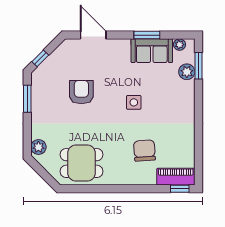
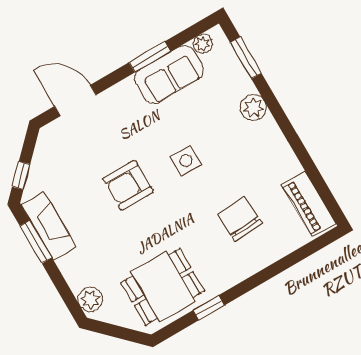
plant: (187, 72) -> (253, 108), moved
armchair: (81, 92) -> (128, 185), moved, turned -90
fireplace: (39, 94) -> (49, 226), added
piano: (176, 177) -> (309, 204), moved, turned -90
window: (180, 189) -> (209, 308), moved

